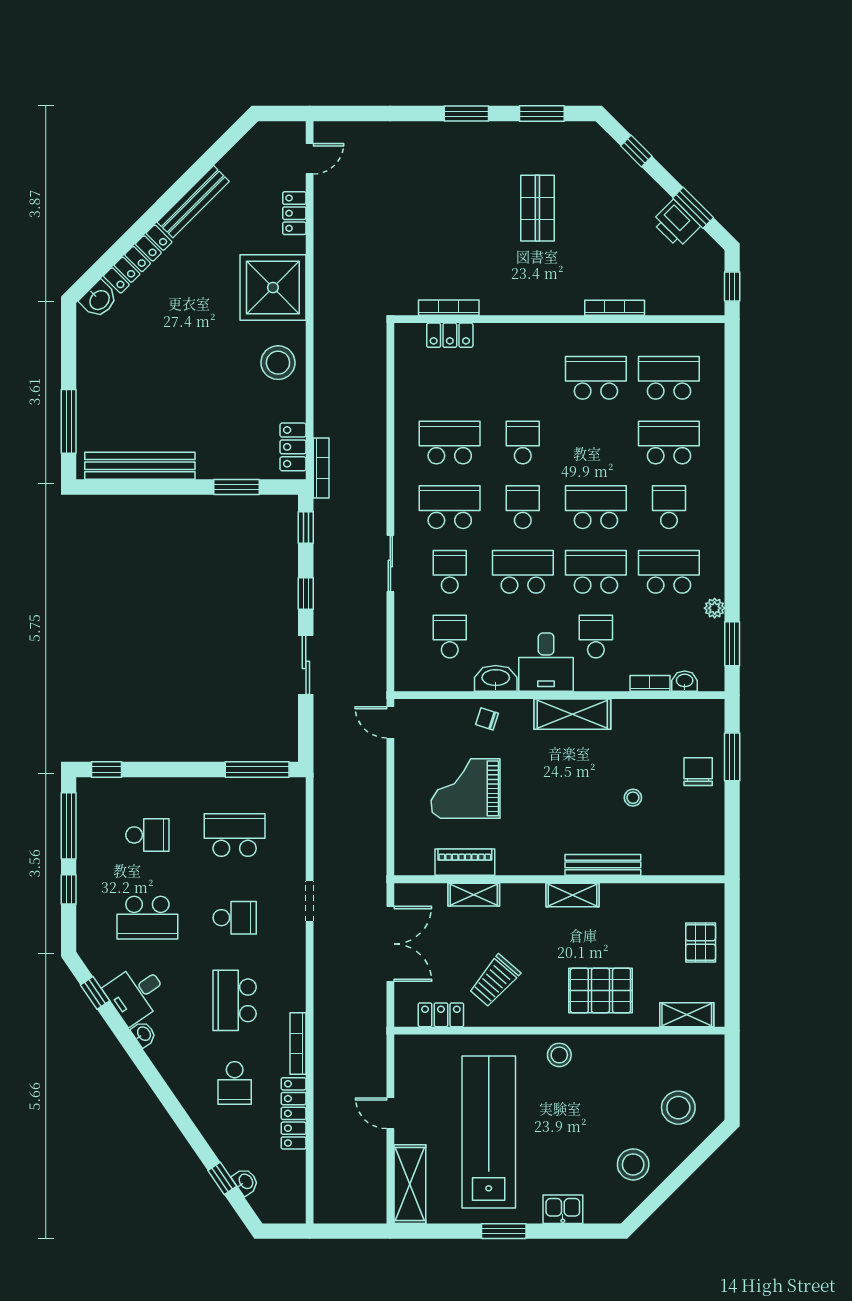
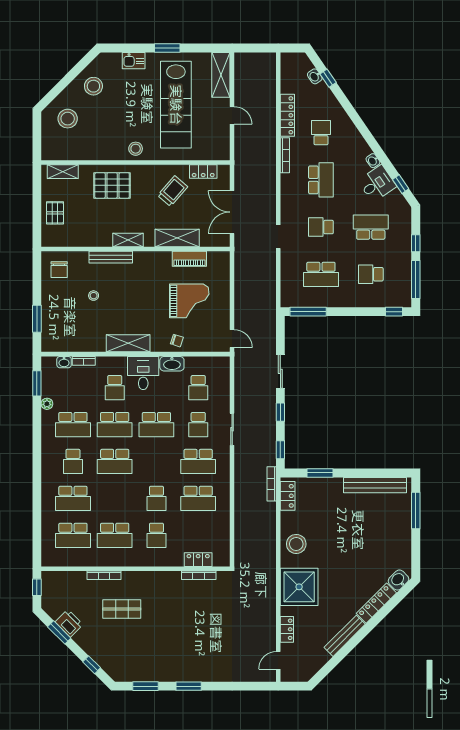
shop shelf: (537, 208) -> (122, 609), moved, turned 90
school desk: (523, 507) -> (156, 535), moved
chair: (698, 772) -> (59, 270), moved
shelving: (474, 895) -> (177, 238), width x1.50, depth x1.33

